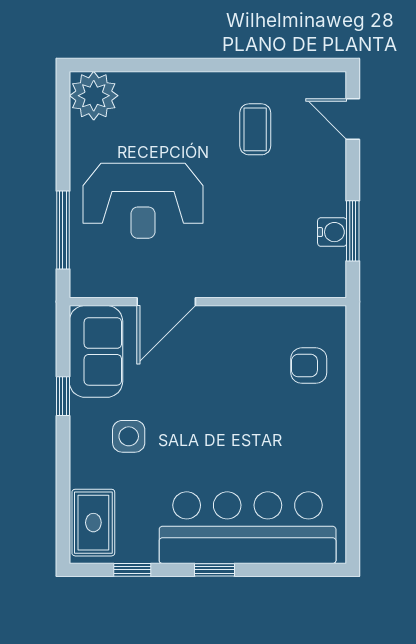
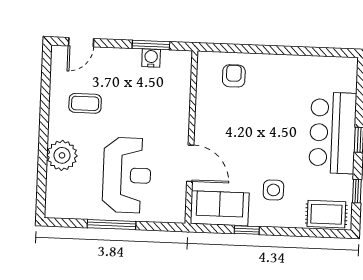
plant: (94, 96) -> (62, 155), moved
window: (63, 230) -> (112, 225), moved
armchair: (309, 366) -> (234, 76), turned 180
bar counter: (248, 528) -> (333, 133), width x0.73

